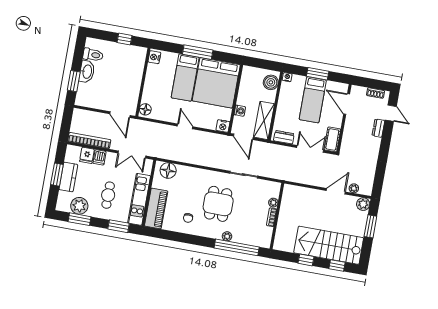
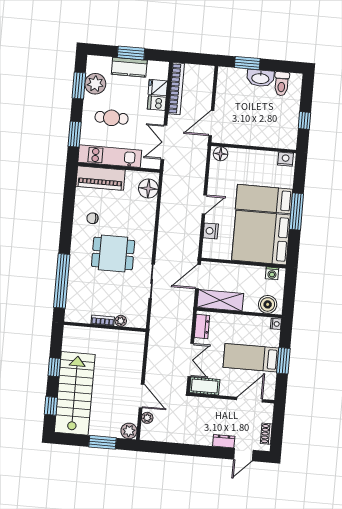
washing machine: (240, 111) -> (272, 273), moved
nightstand: (223, 126) -> (211, 231), moved
plant: (227, 236) -> (74, 268), removed

